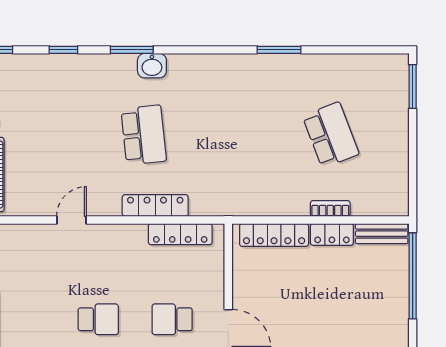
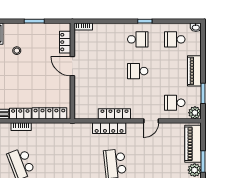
locker: (180, 234) -> (114, 114), moved
school desk: (172, 319) -> (175, 103), moved, turned 180

